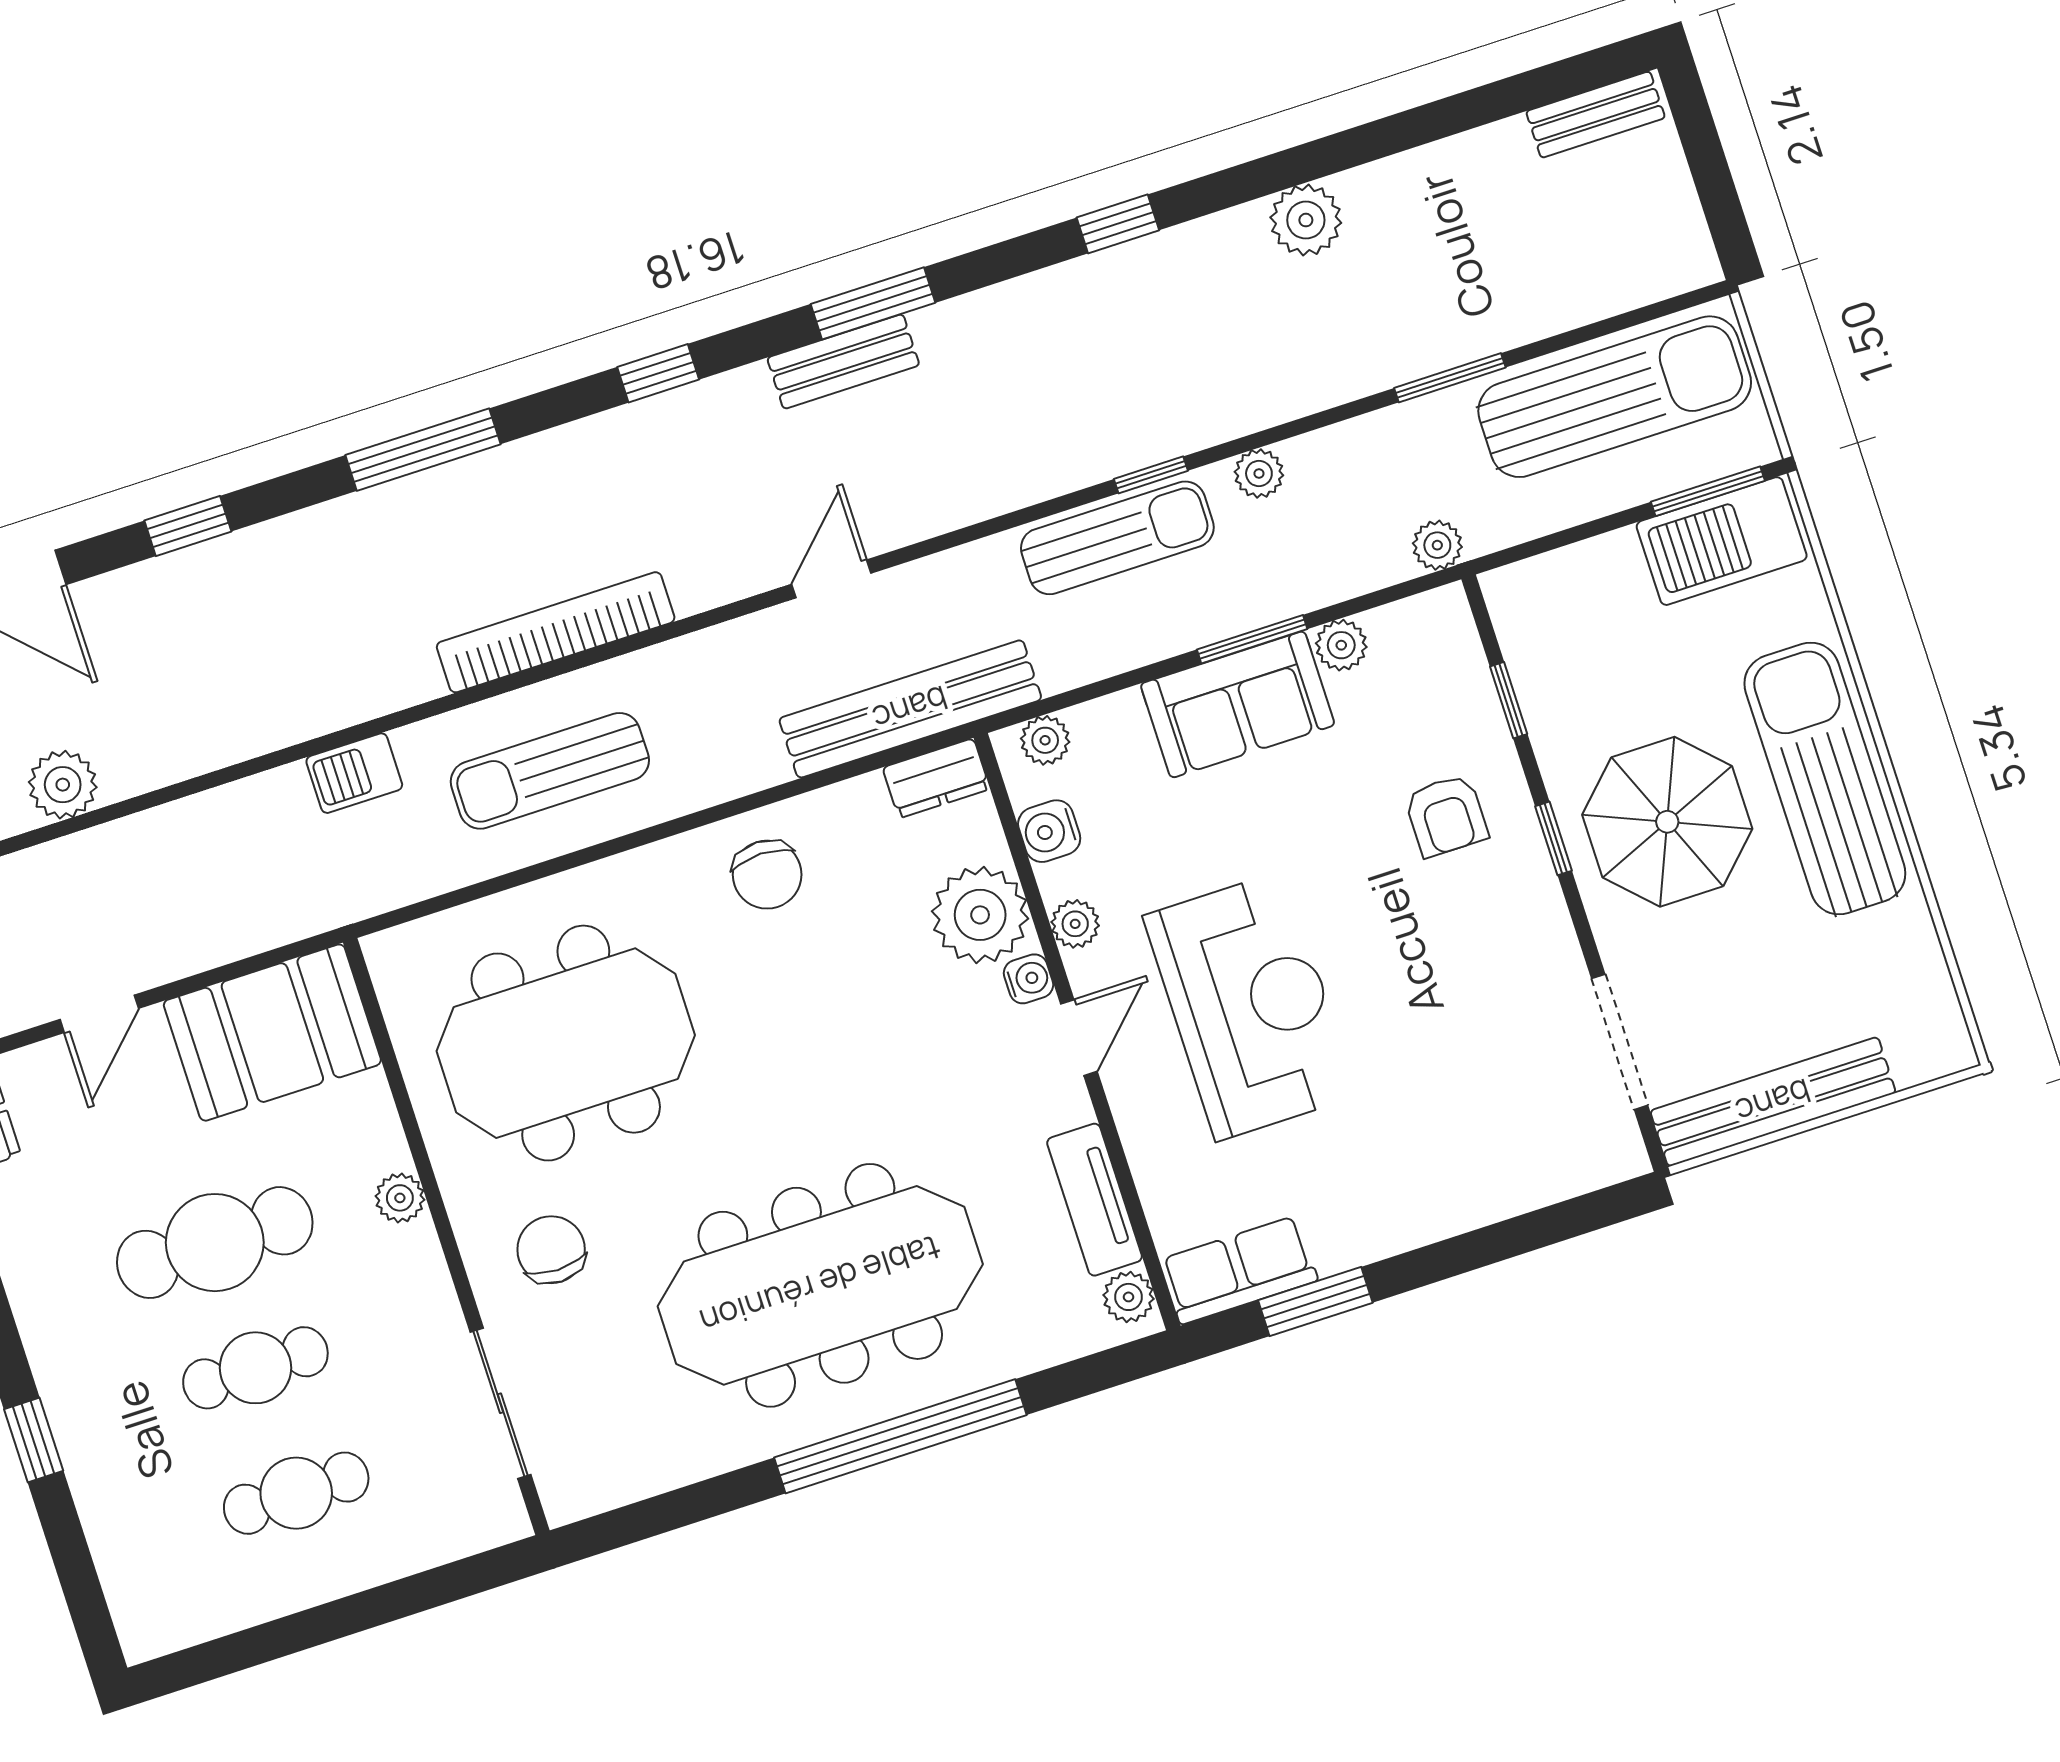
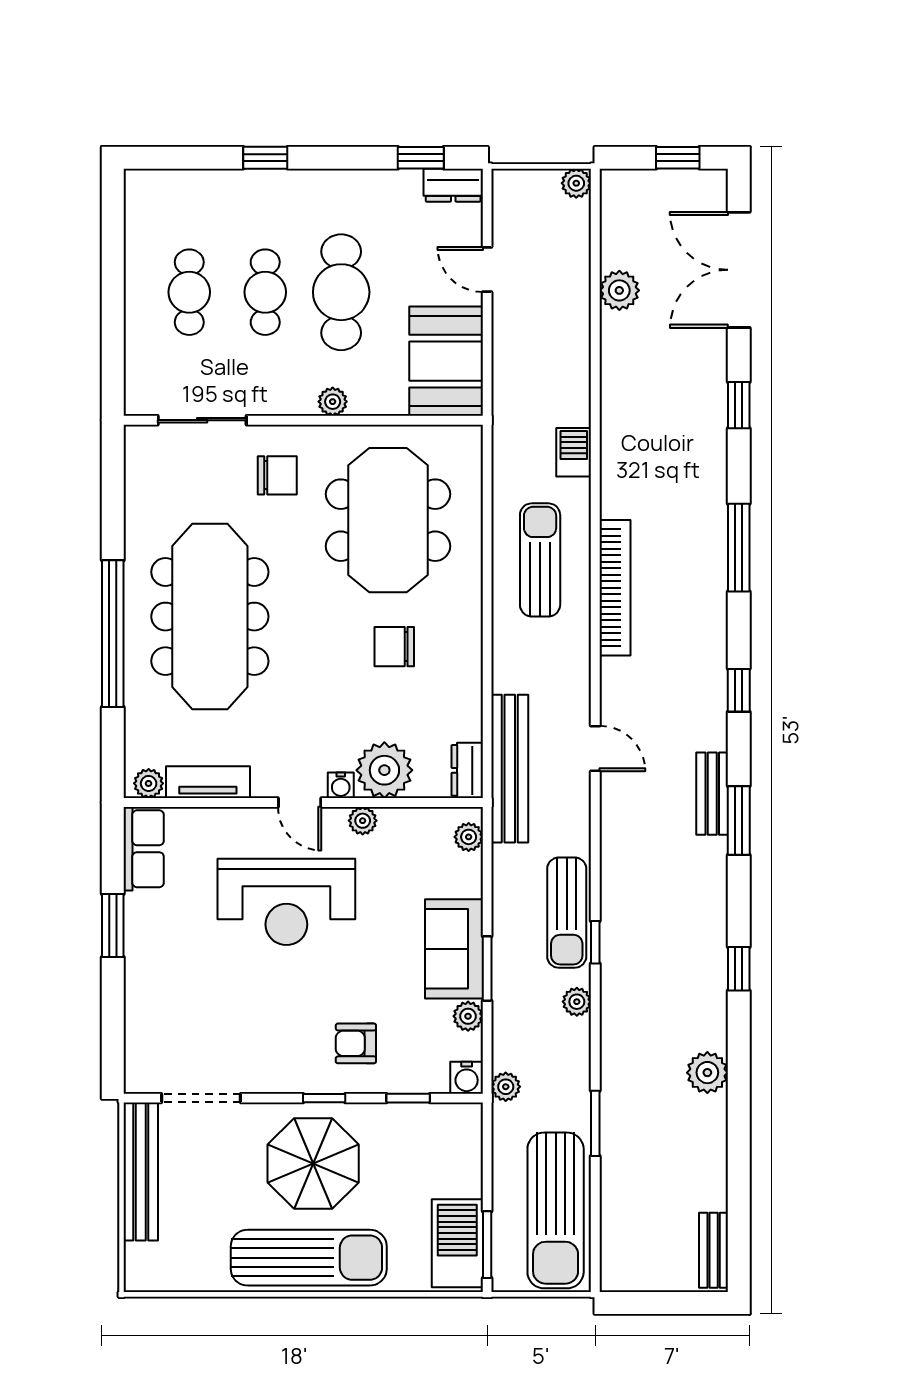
water cooler: (1049, 831) -> (467, 1078), moved, turned 180
chair: (767, 875) -> (394, 647), moved
window: (1315, 1301) -> (113, 926), moved

